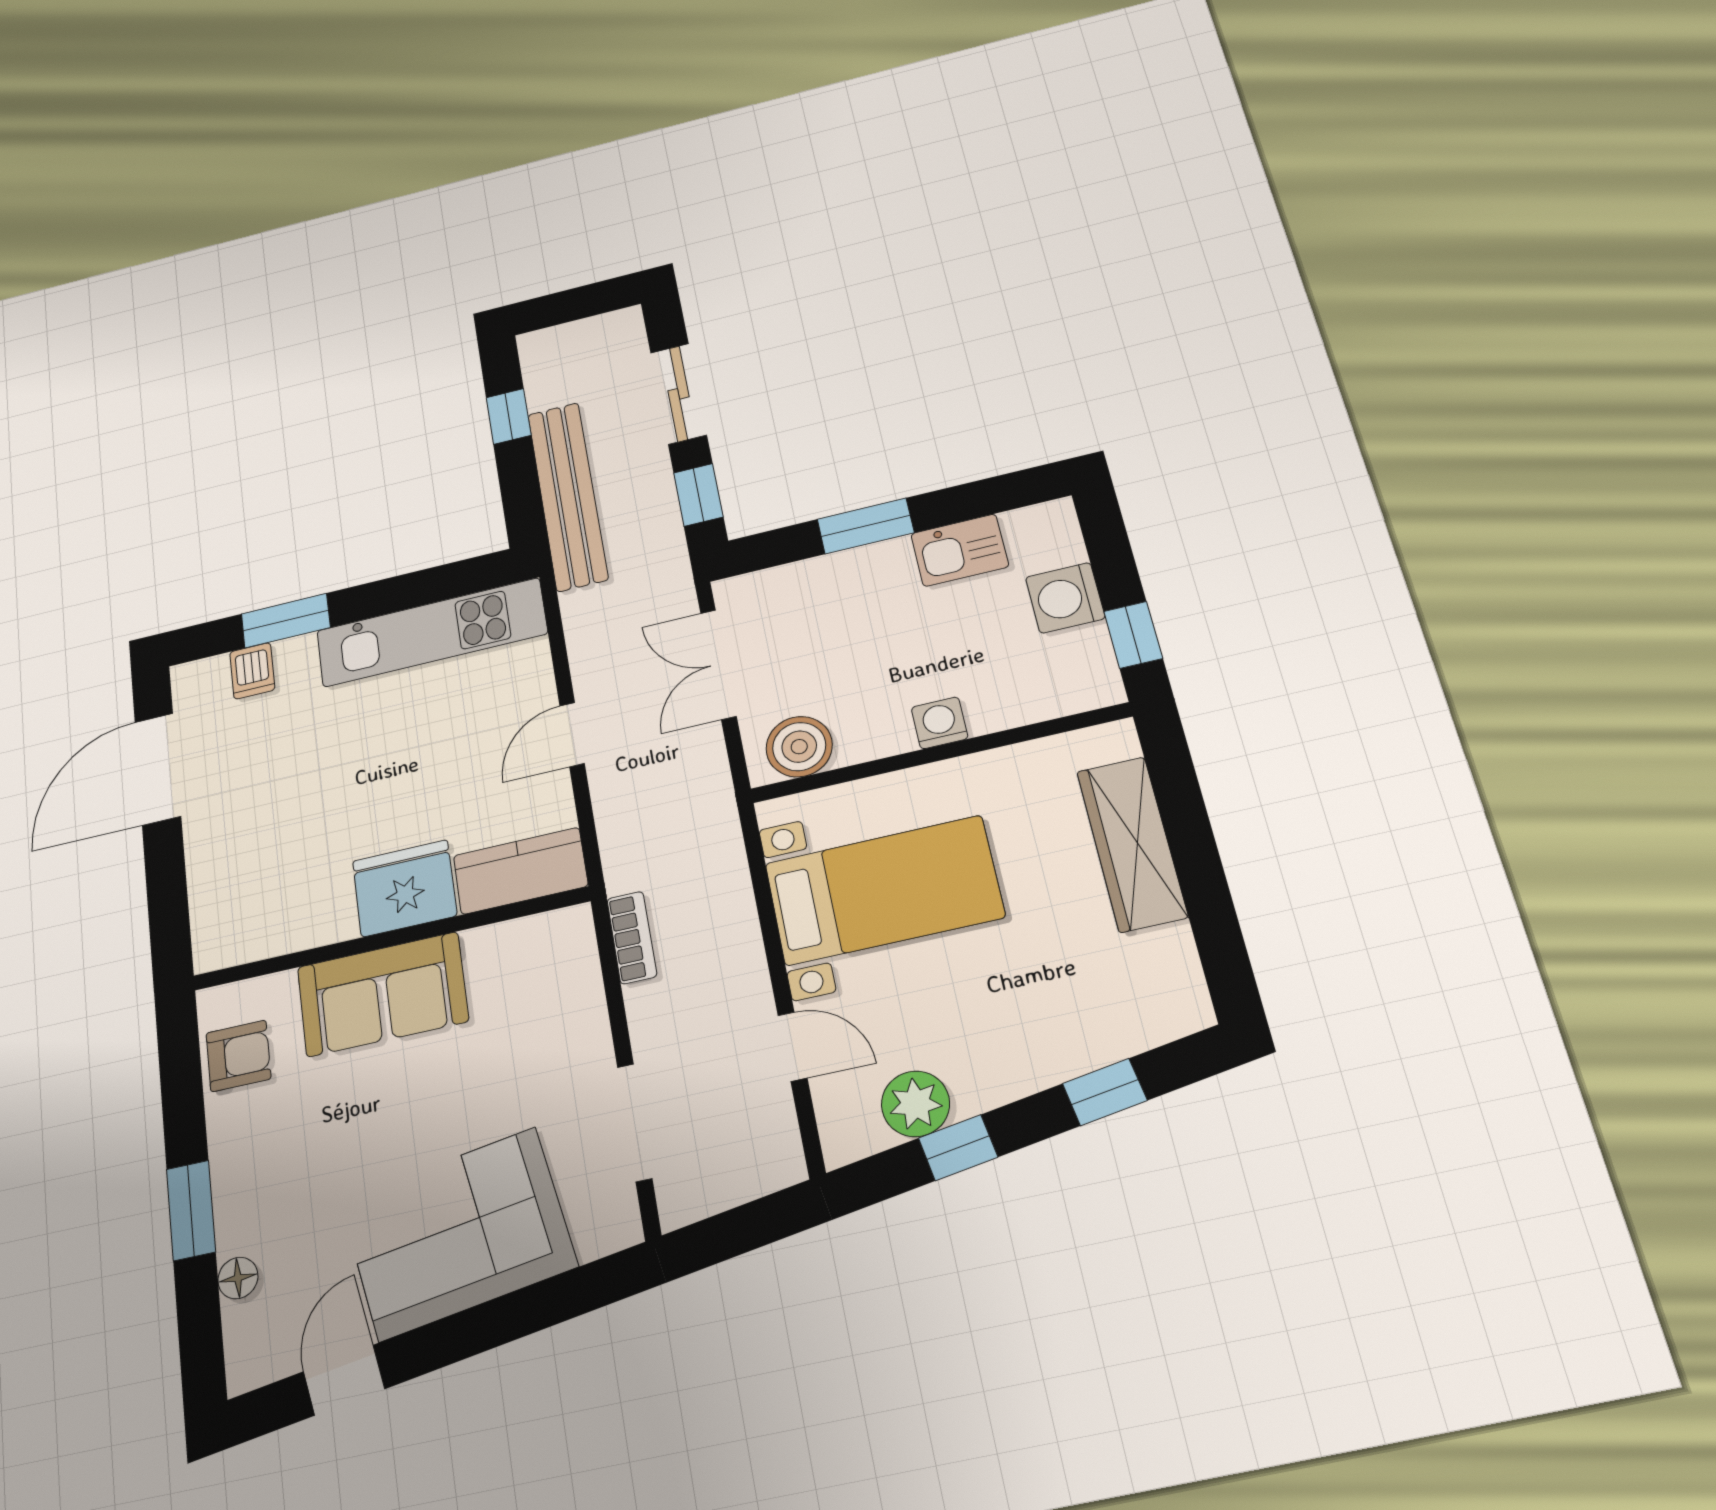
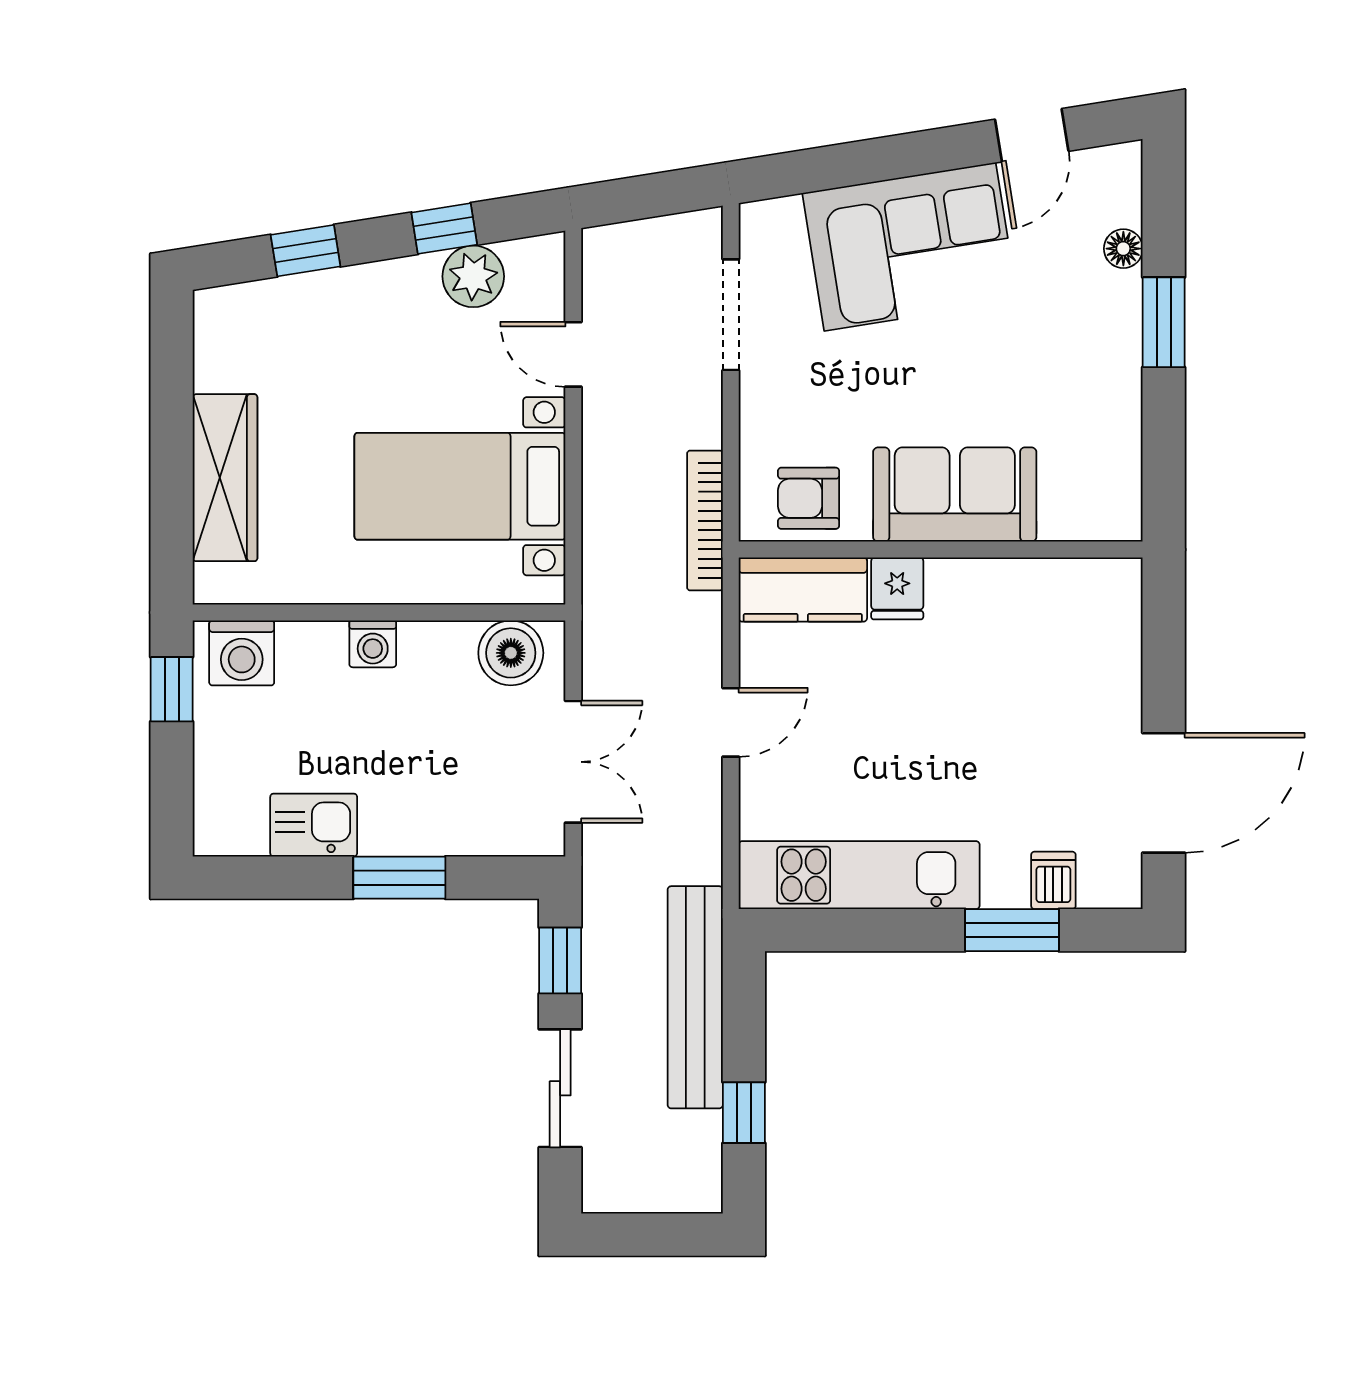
washing machine: (1065, 598) -> (242, 653), moved, turned 90
fridge: (405, 888) -> (897, 588), width x0.53, depth x0.75
bookcase: (632, 938) -> (705, 521), width x1.56
armchair: (238, 1056) -> (809, 498), moved

